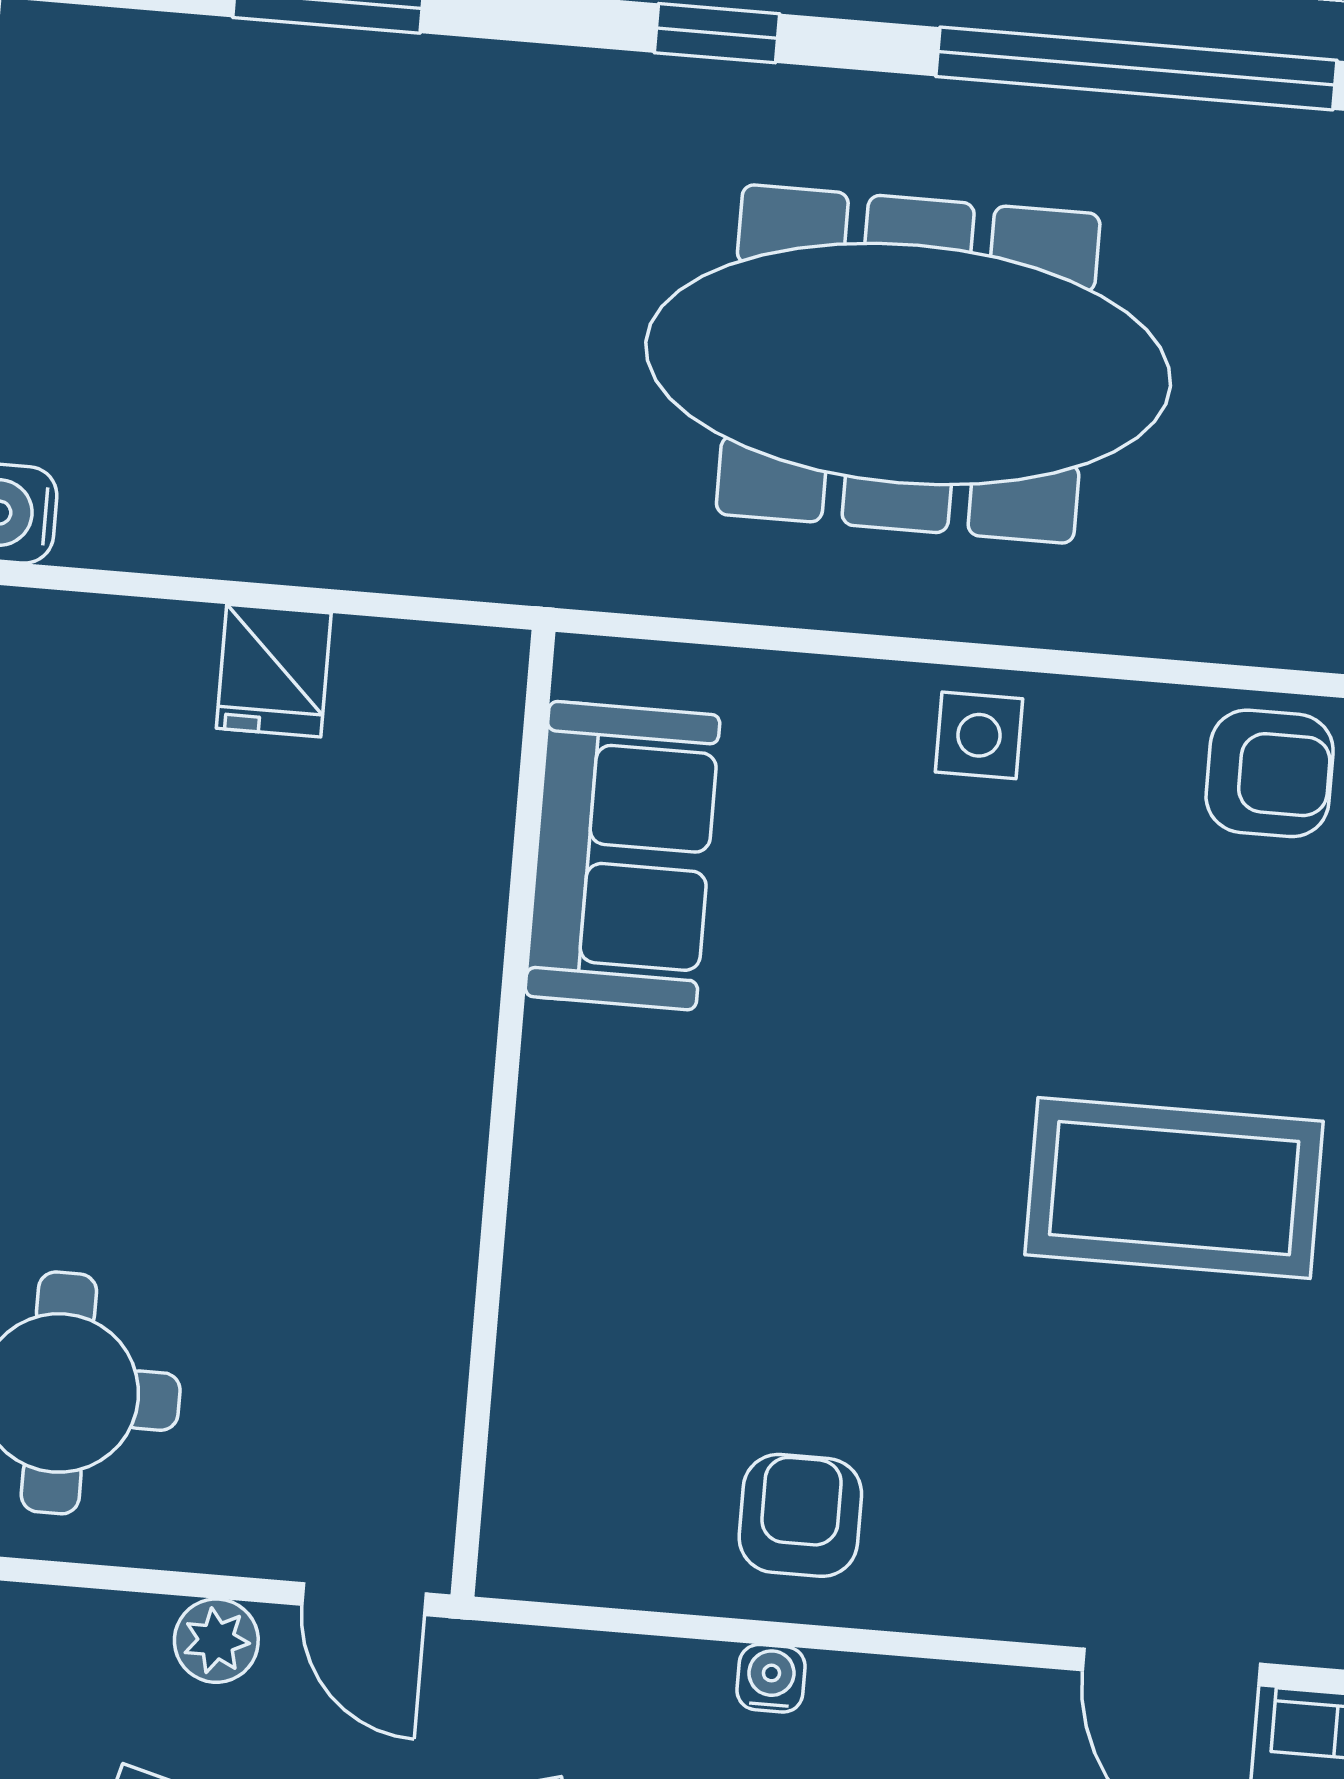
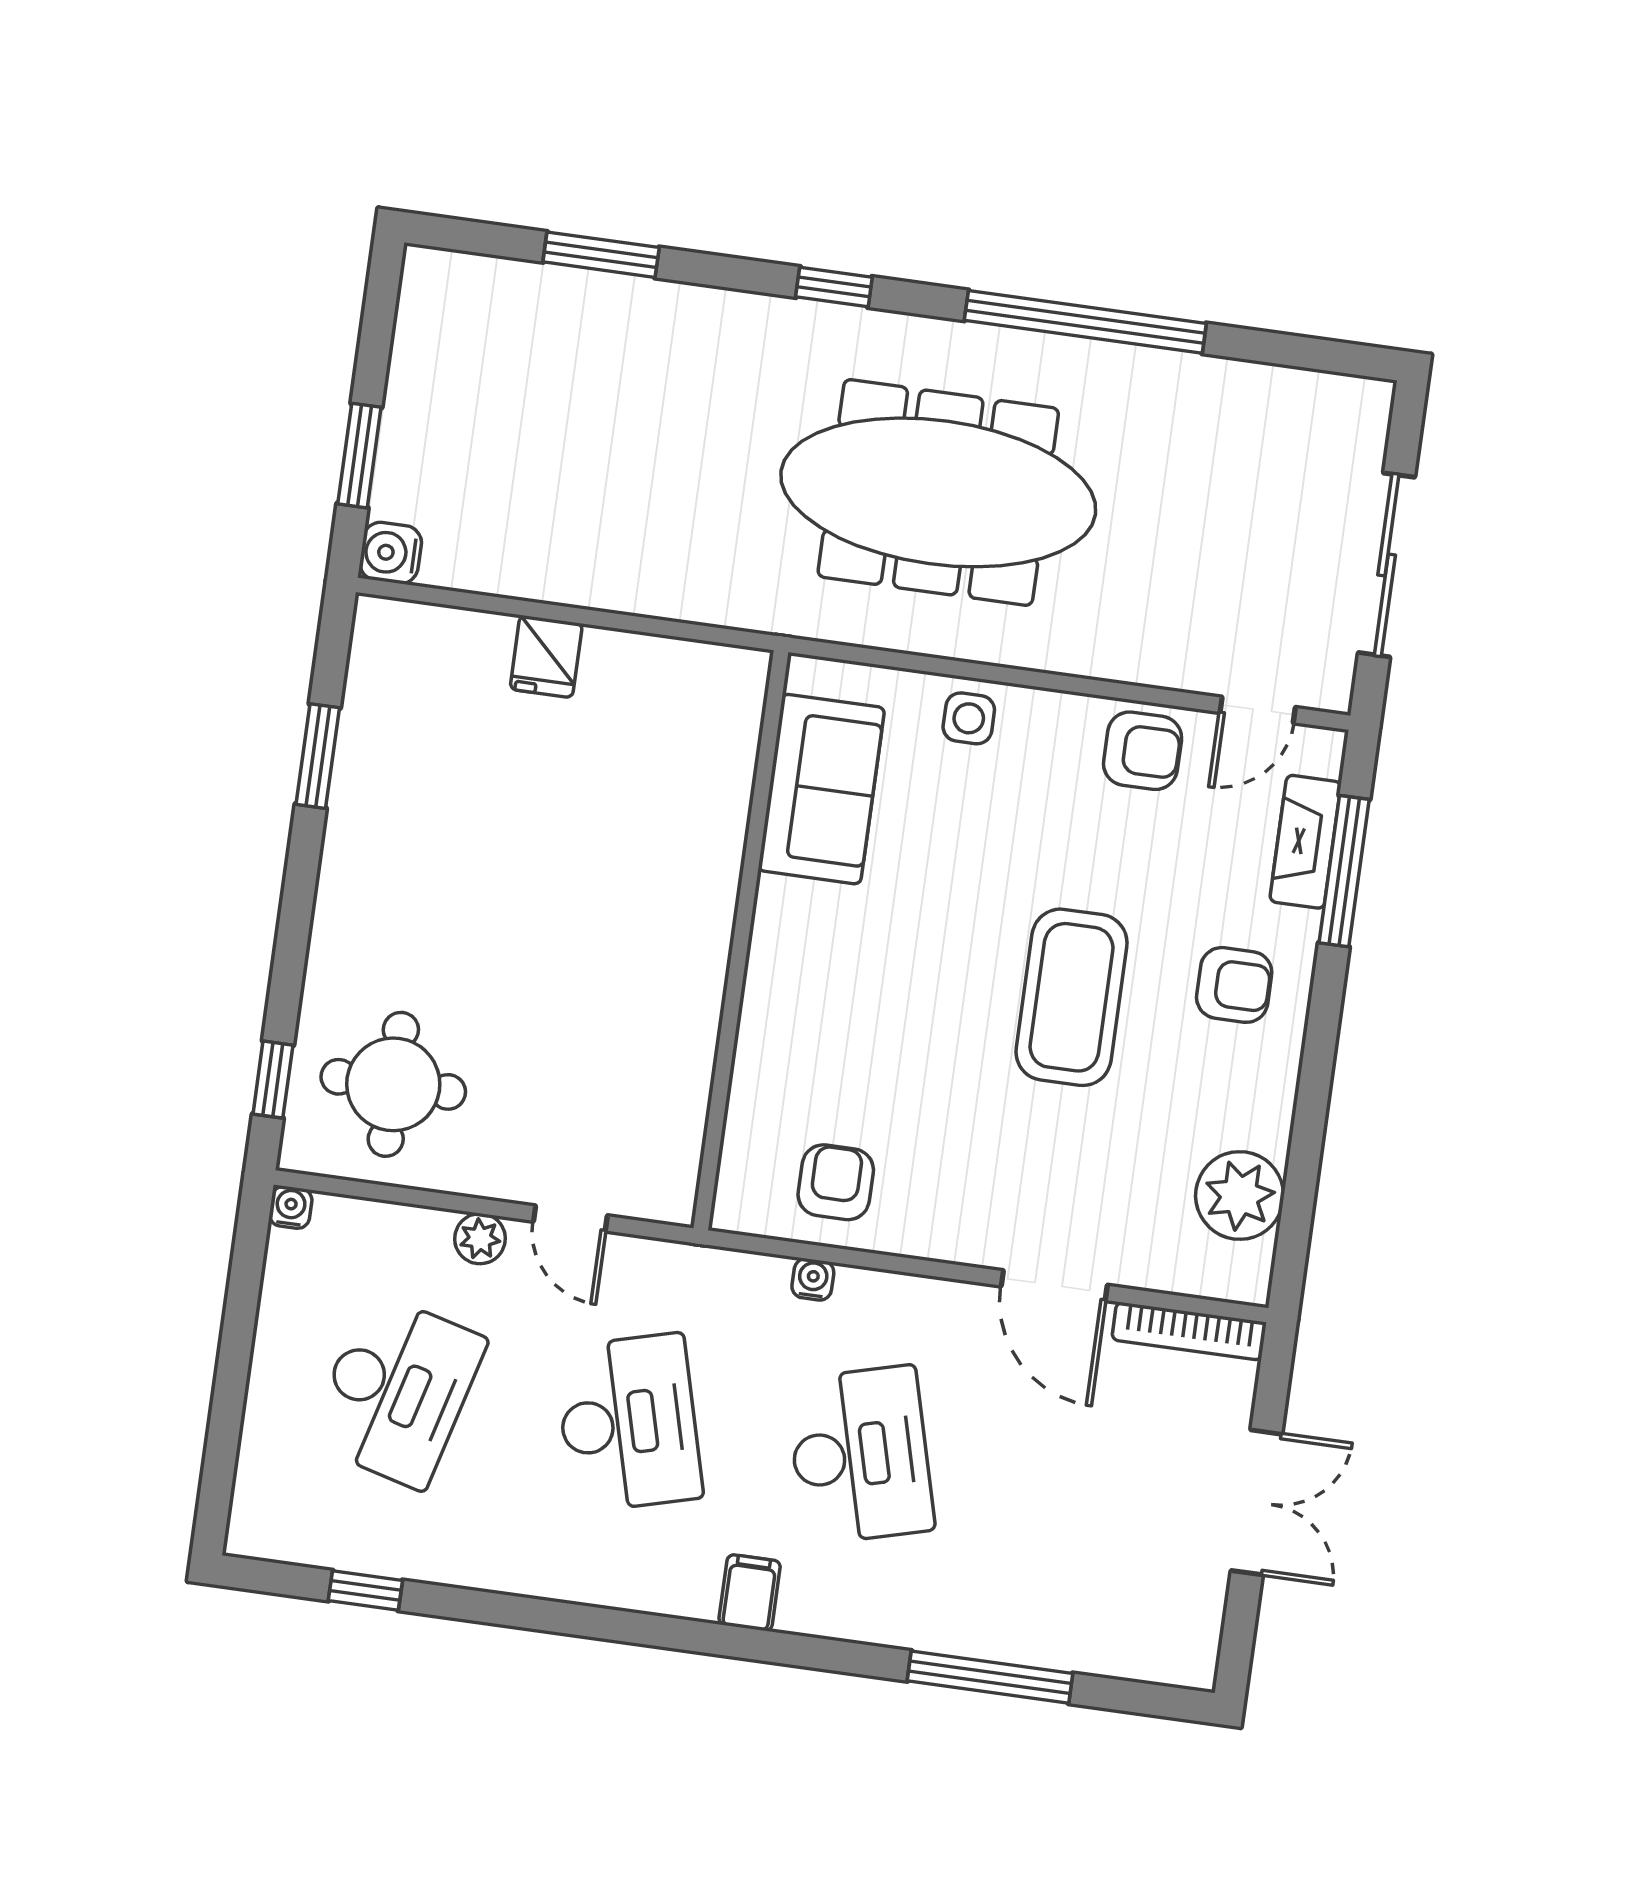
sofa: (623, 856) -> (821, 789), moved
wall: (503, 1113) -> (741, 940), moved
coffee table: (1174, 1188) -> (1072, 997), turned 90

